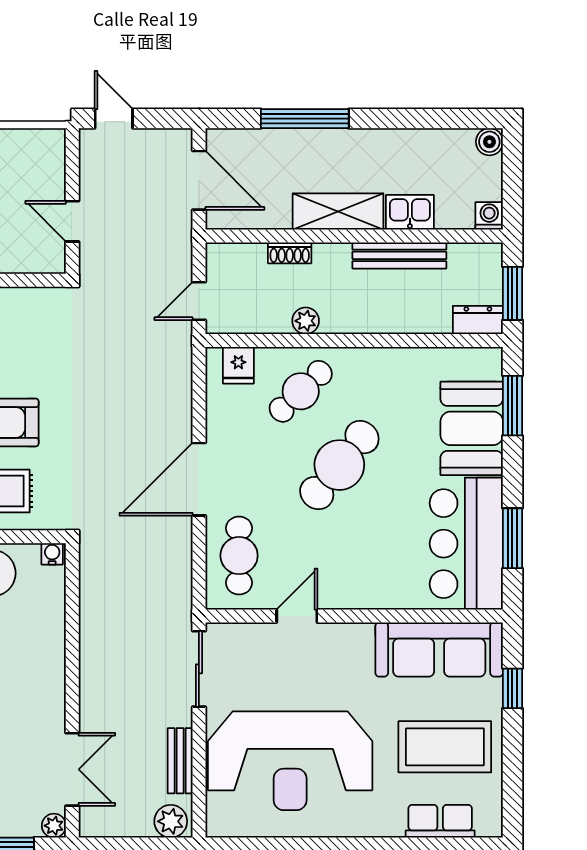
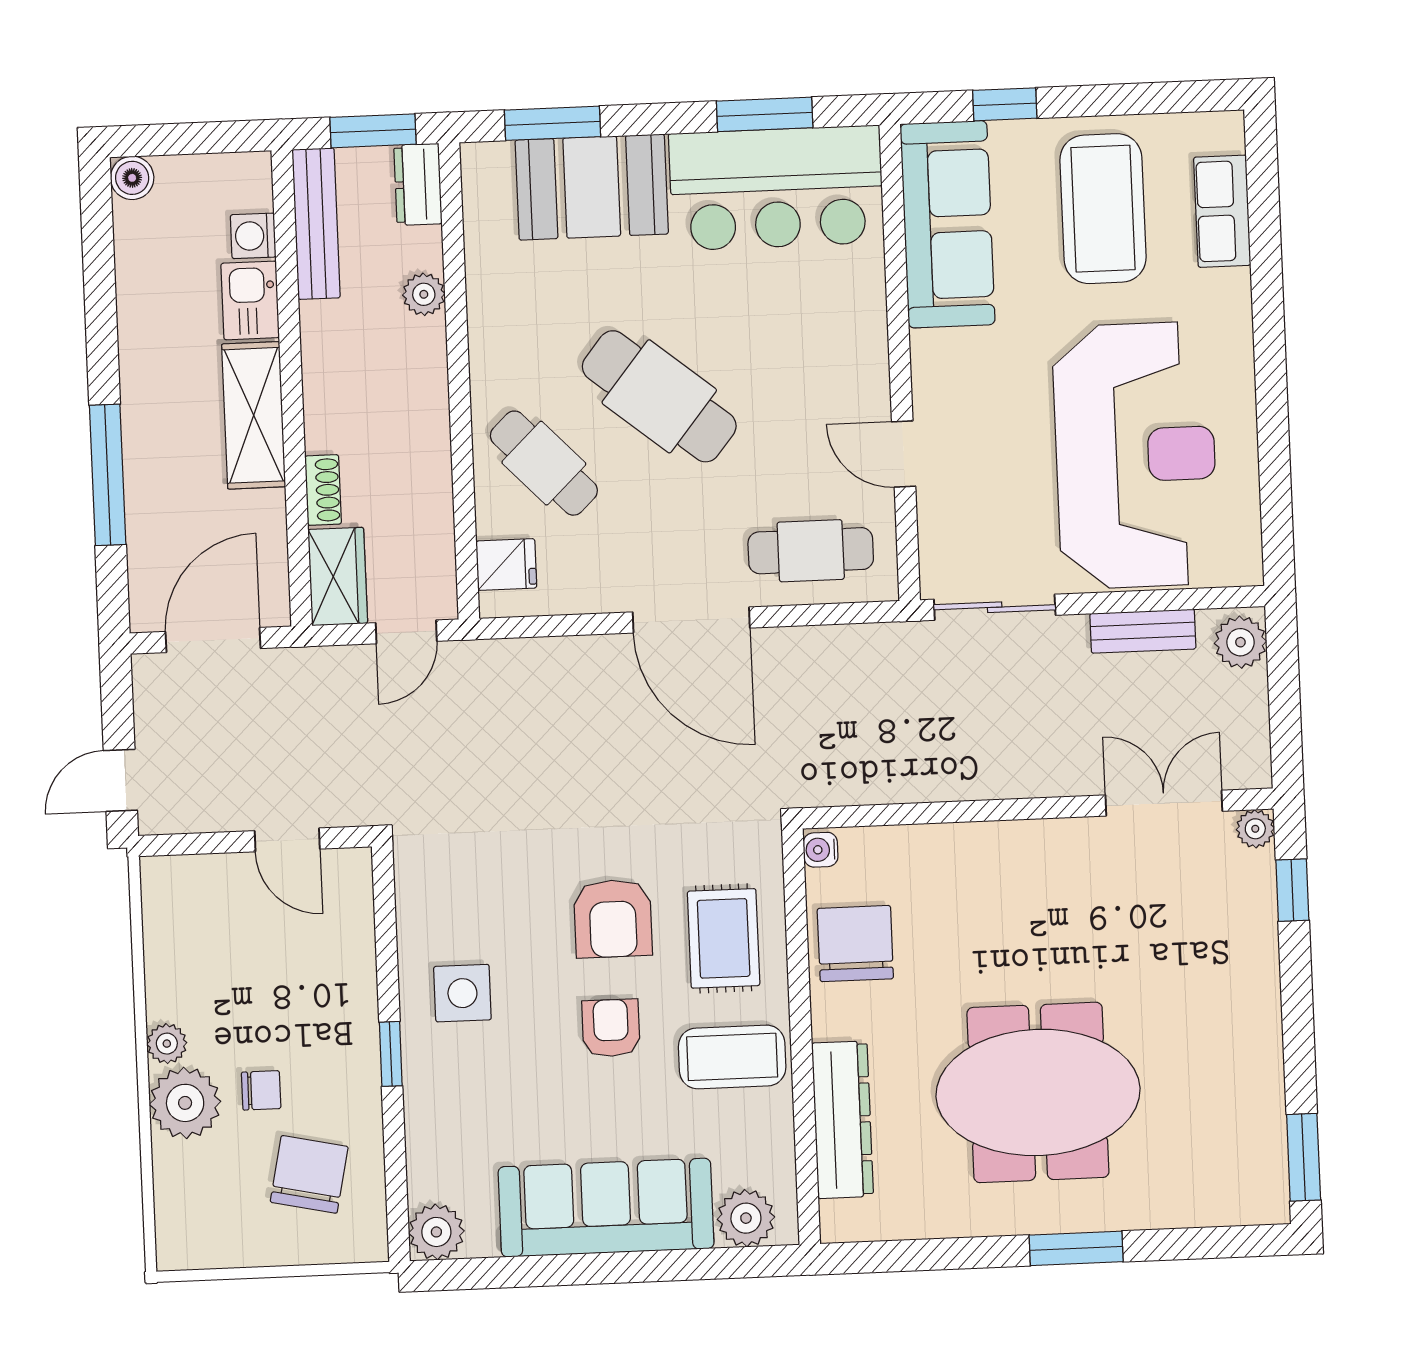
washing machine: (489, 216) -> (253, 236), moved
door: (72, 221) -> (287, 840), hinge flipped
bench: (399, 255) -> (316, 224), moved
wardrobe: (235, 260) -> (338, 576), added
door: (199, 301) -> (406, 632), hinge flipped
plant: (306, 321) -> (424, 294), moved

